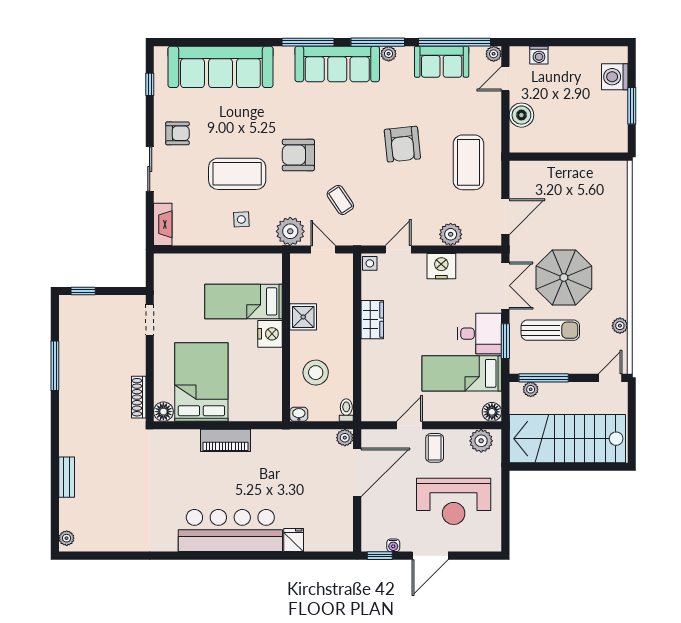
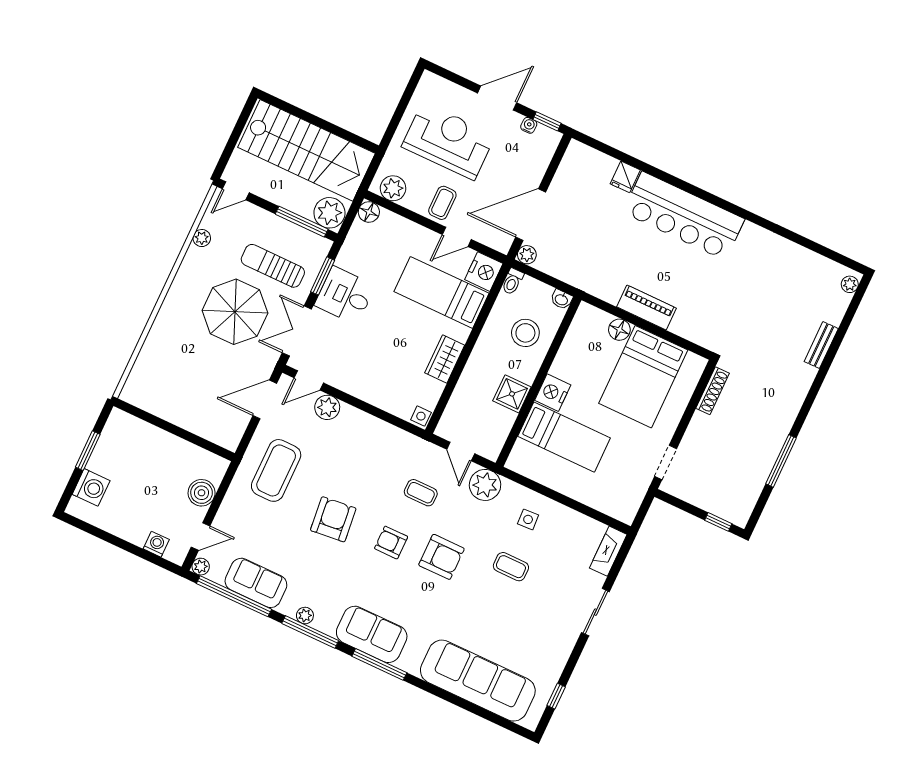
sofa: (337, 64) -> (372, 634), width x0.73
armchair: (177, 133) -> (391, 543), moved
coffee table: (237, 174) -> (511, 567), width x0.54, depth x0.58
coffee table: (340, 200) -> (421, 493), turned -56
door: (398, 249) -> (309, 380), moved
nightstand: (441, 266) -> (484, 272), moved, turned -90
bed: (462, 373) -> (441, 292), moved, turned 180
plant: (531, 389) -> (329, 213), width x1.88, depth x1.88
floor lamp: (163, 412) -> (619, 330), moved

